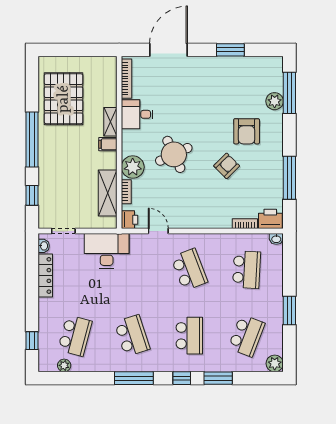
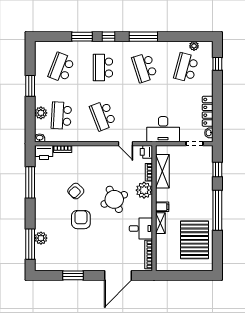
armchair: (247, 131) -> (81, 220), moved
plant: (275, 363) -> (41, 113), moved

